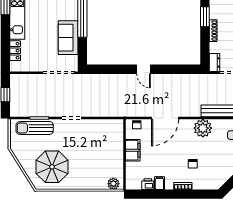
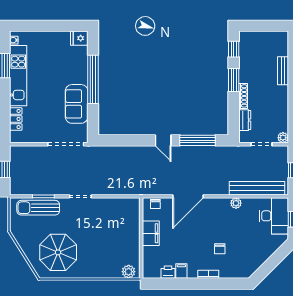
dresser: (215, 62) -> (245, 120), moved
window: (173, 69) -> (197, 140), added
plant: (203, 128) -> (236, 203), width x0.53, depth x0.53

